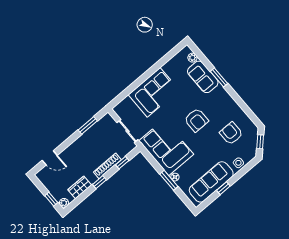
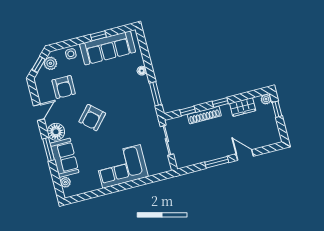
floor lamp: (220, 94) -> (56, 132), added
door: (241, 103) -> (39, 112), added
armchair: (196, 120) -> (92, 118), turned -138
window: (88, 125) -> (217, 162), moved
plant: (251, 147) -> (50, 63), added
corner sofa: (166, 148) -> (136, 105), removed
door: (50, 158) -> (245, 155), moved
window: (169, 180) -> (156, 94), moved

